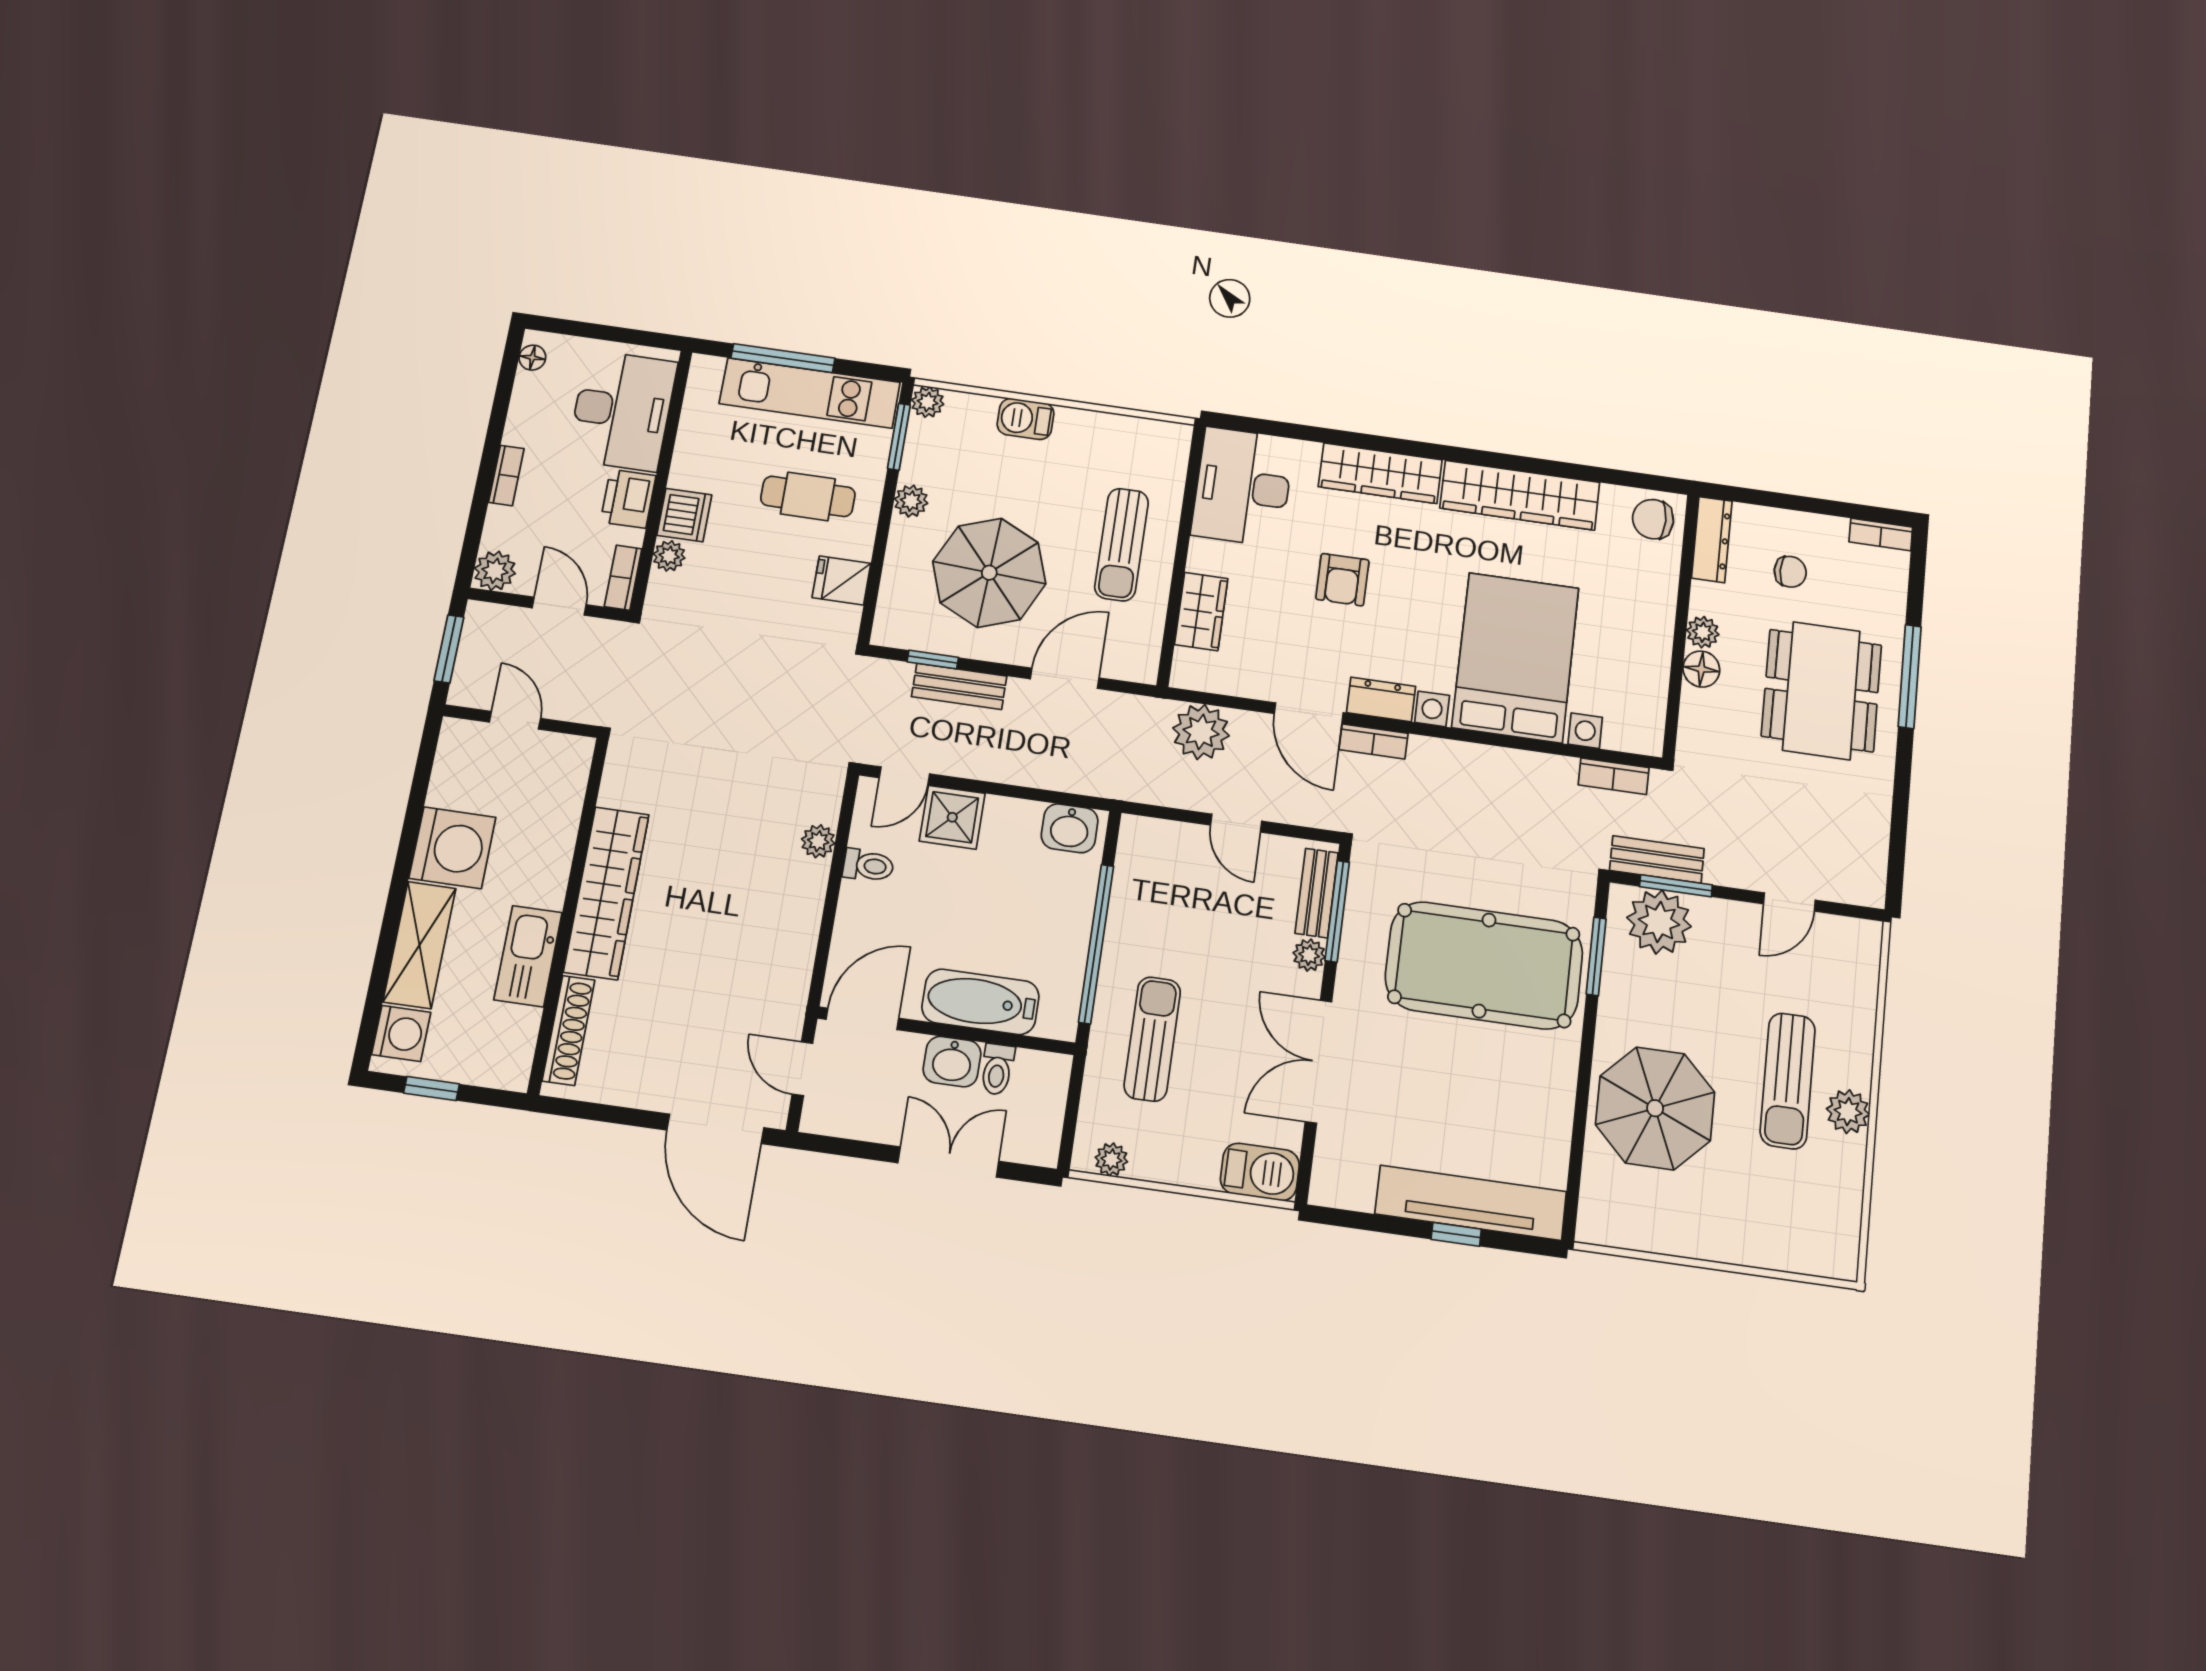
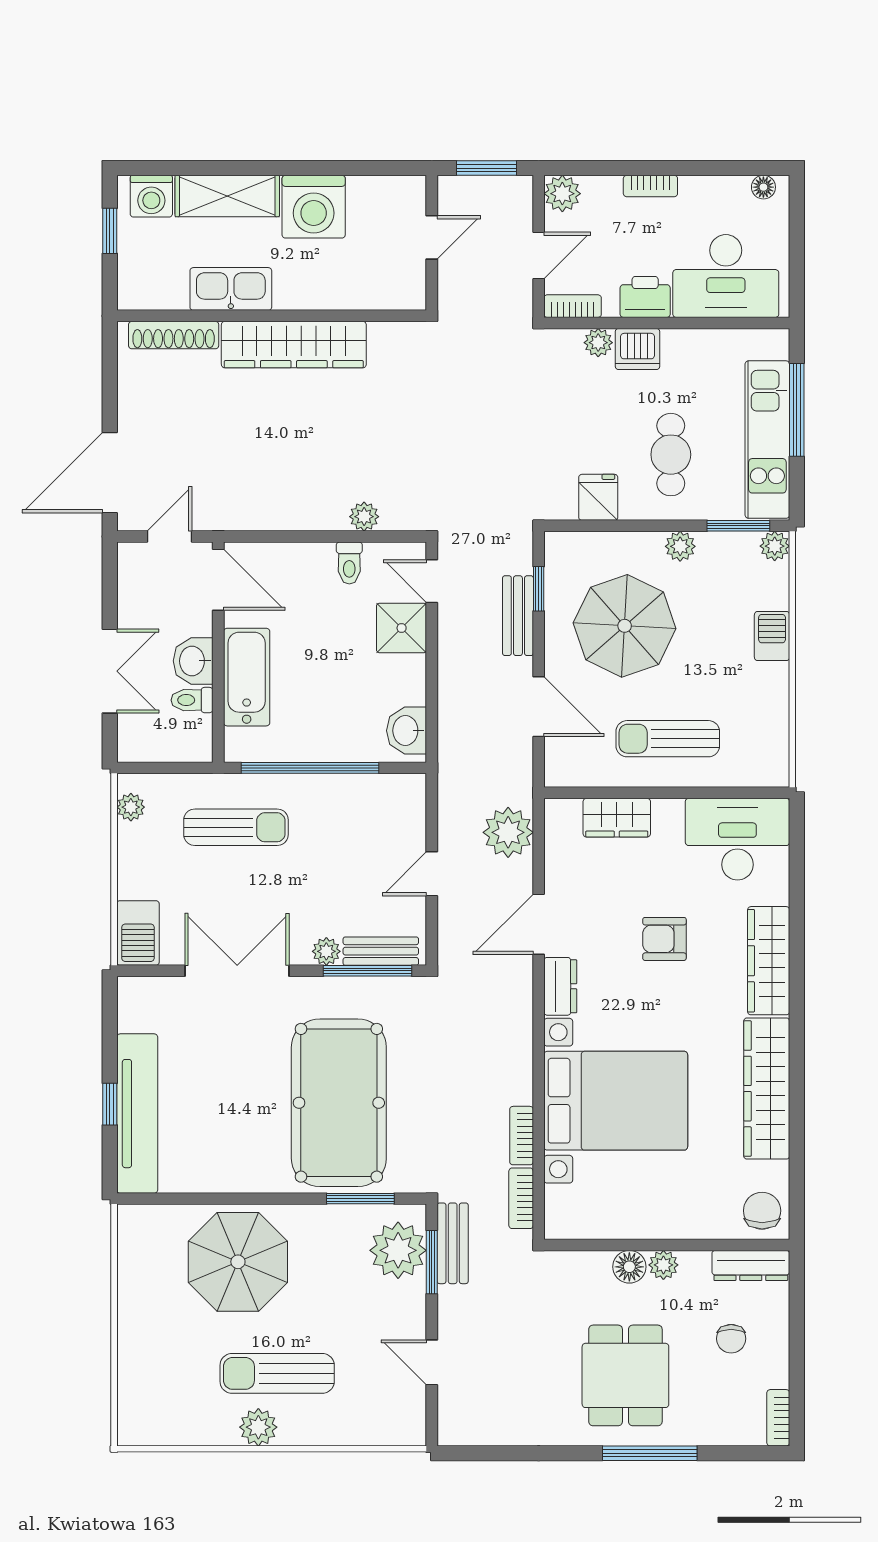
dining table: (1821, 691) -> (625, 1375), width x0.73
bookcase: (1374, 741) -> (522, 1136), moved

